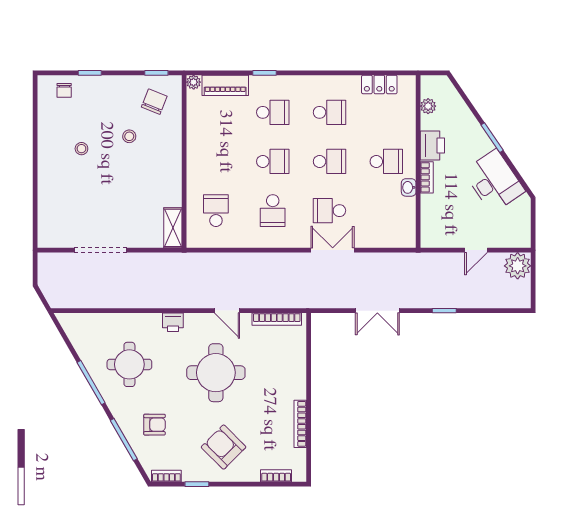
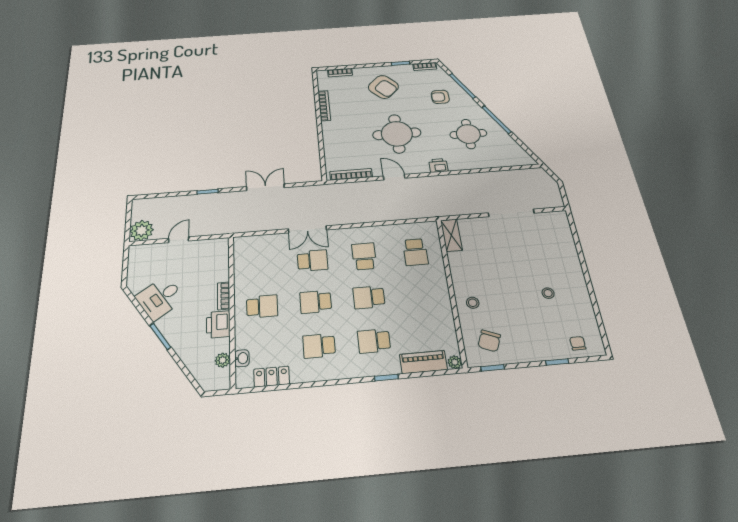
stool: (129, 136) -> (473, 303), moved
school desk: (386, 161) -> (262, 306), turned 180
desk: (494, 181) -> (160, 298), width x0.73
washbasin: (409, 187) -> (242, 358), moved

